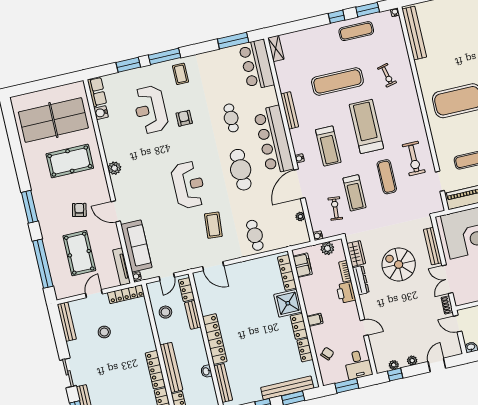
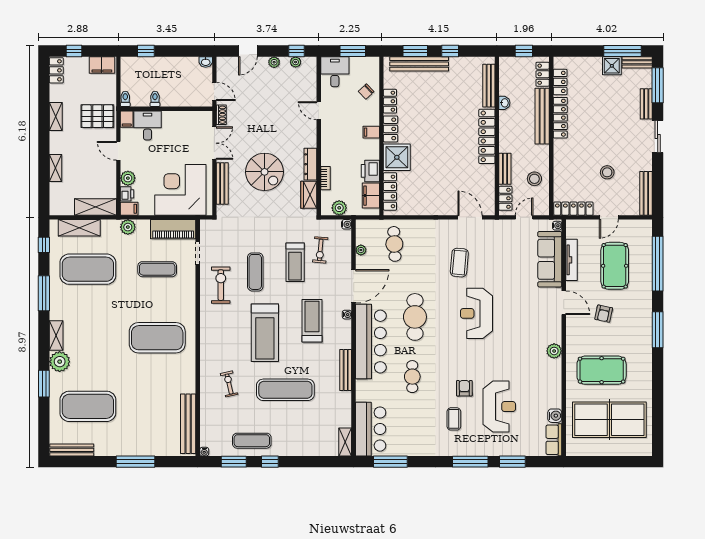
coffee table: (180, 74) -> (454, 419), moved
armchair: (184, 118) -> (464, 388), turned 180
treadmill: (354, 193) -> (295, 262), turned 180
cafe table: (255, 235) -> (394, 244), moved
tv unit: (122, 267) -> (571, 260), moved
printer: (346, 292) -> (370, 171), moved, turned 180

